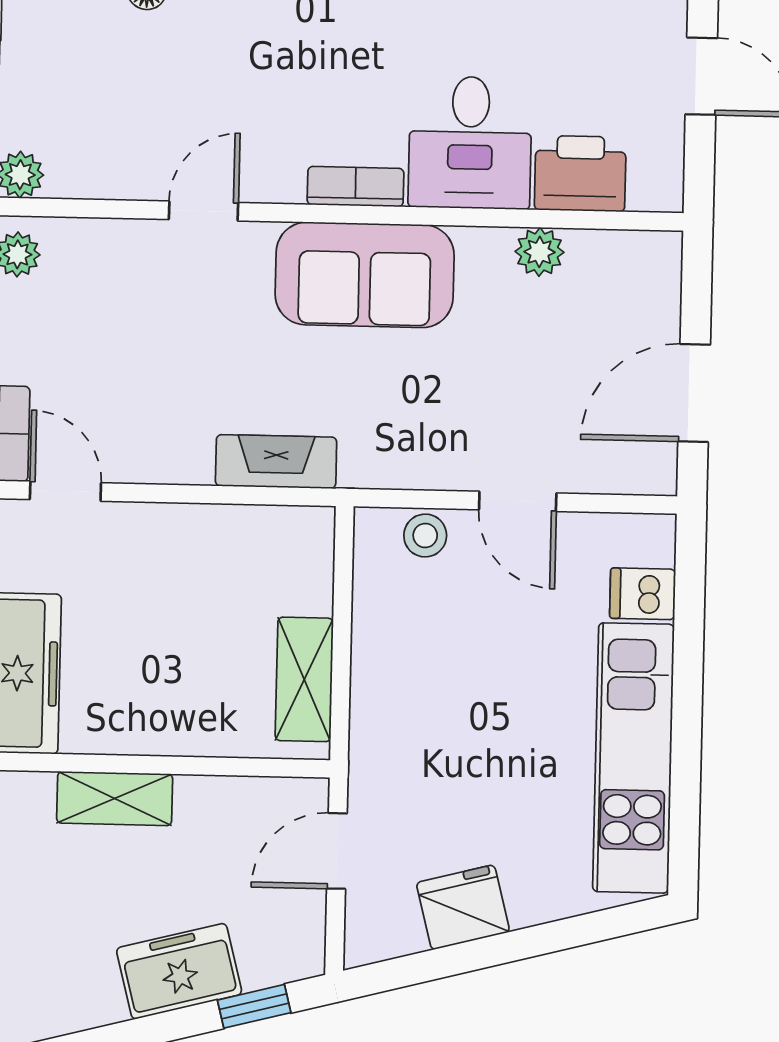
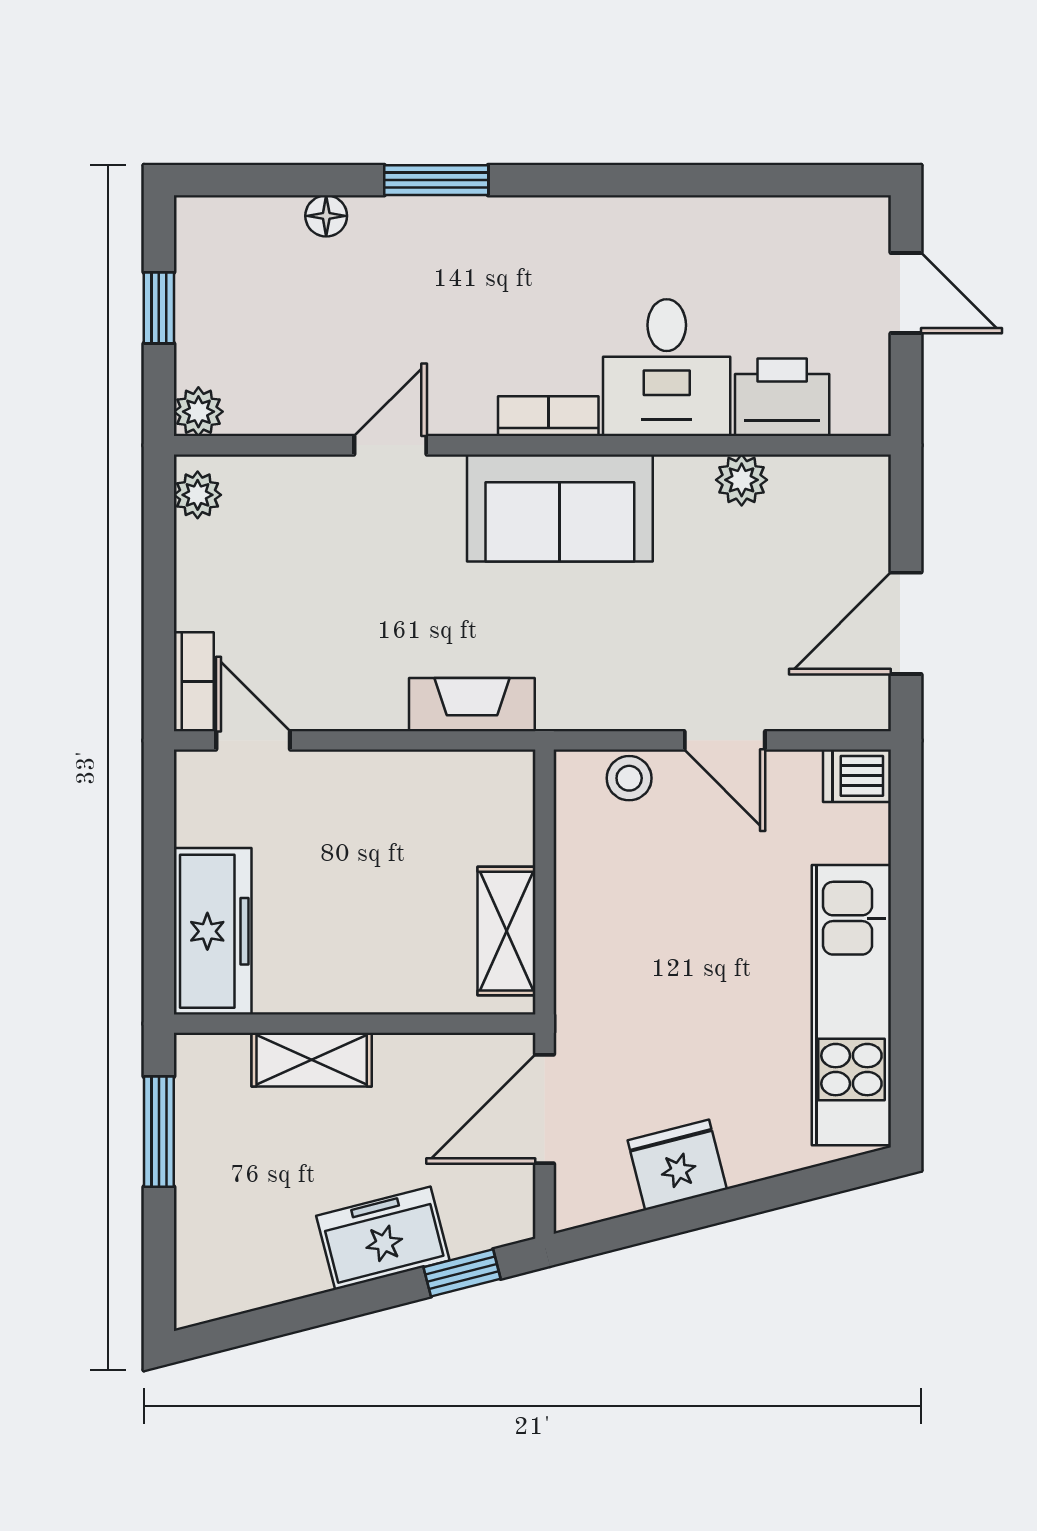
dishwasher: (643, 594) -> (857, 776), moved
door: (337, 851) -> (545, 1109), width x1.38

